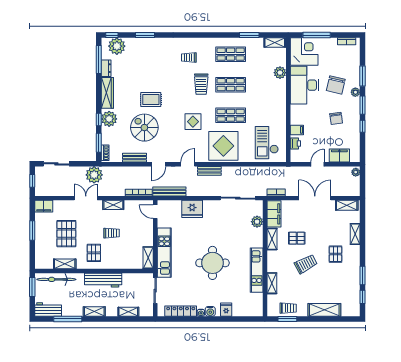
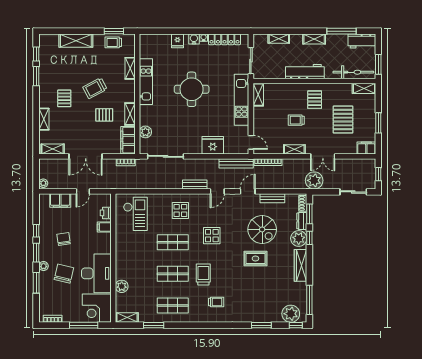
dresser: (106, 68) -> (302, 221), moved
display table: (223, 146) -> (180, 211), width x0.54, depth x0.54
shelving: (65, 264) -> (364, 88), moved

